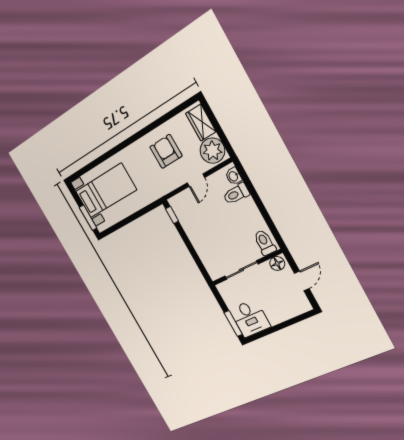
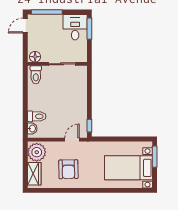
door: (196, 180) -> (72, 140), moved
door: (302, 281) -> (25, 26), moved
window: (292, 321) -> (47, 12), added

